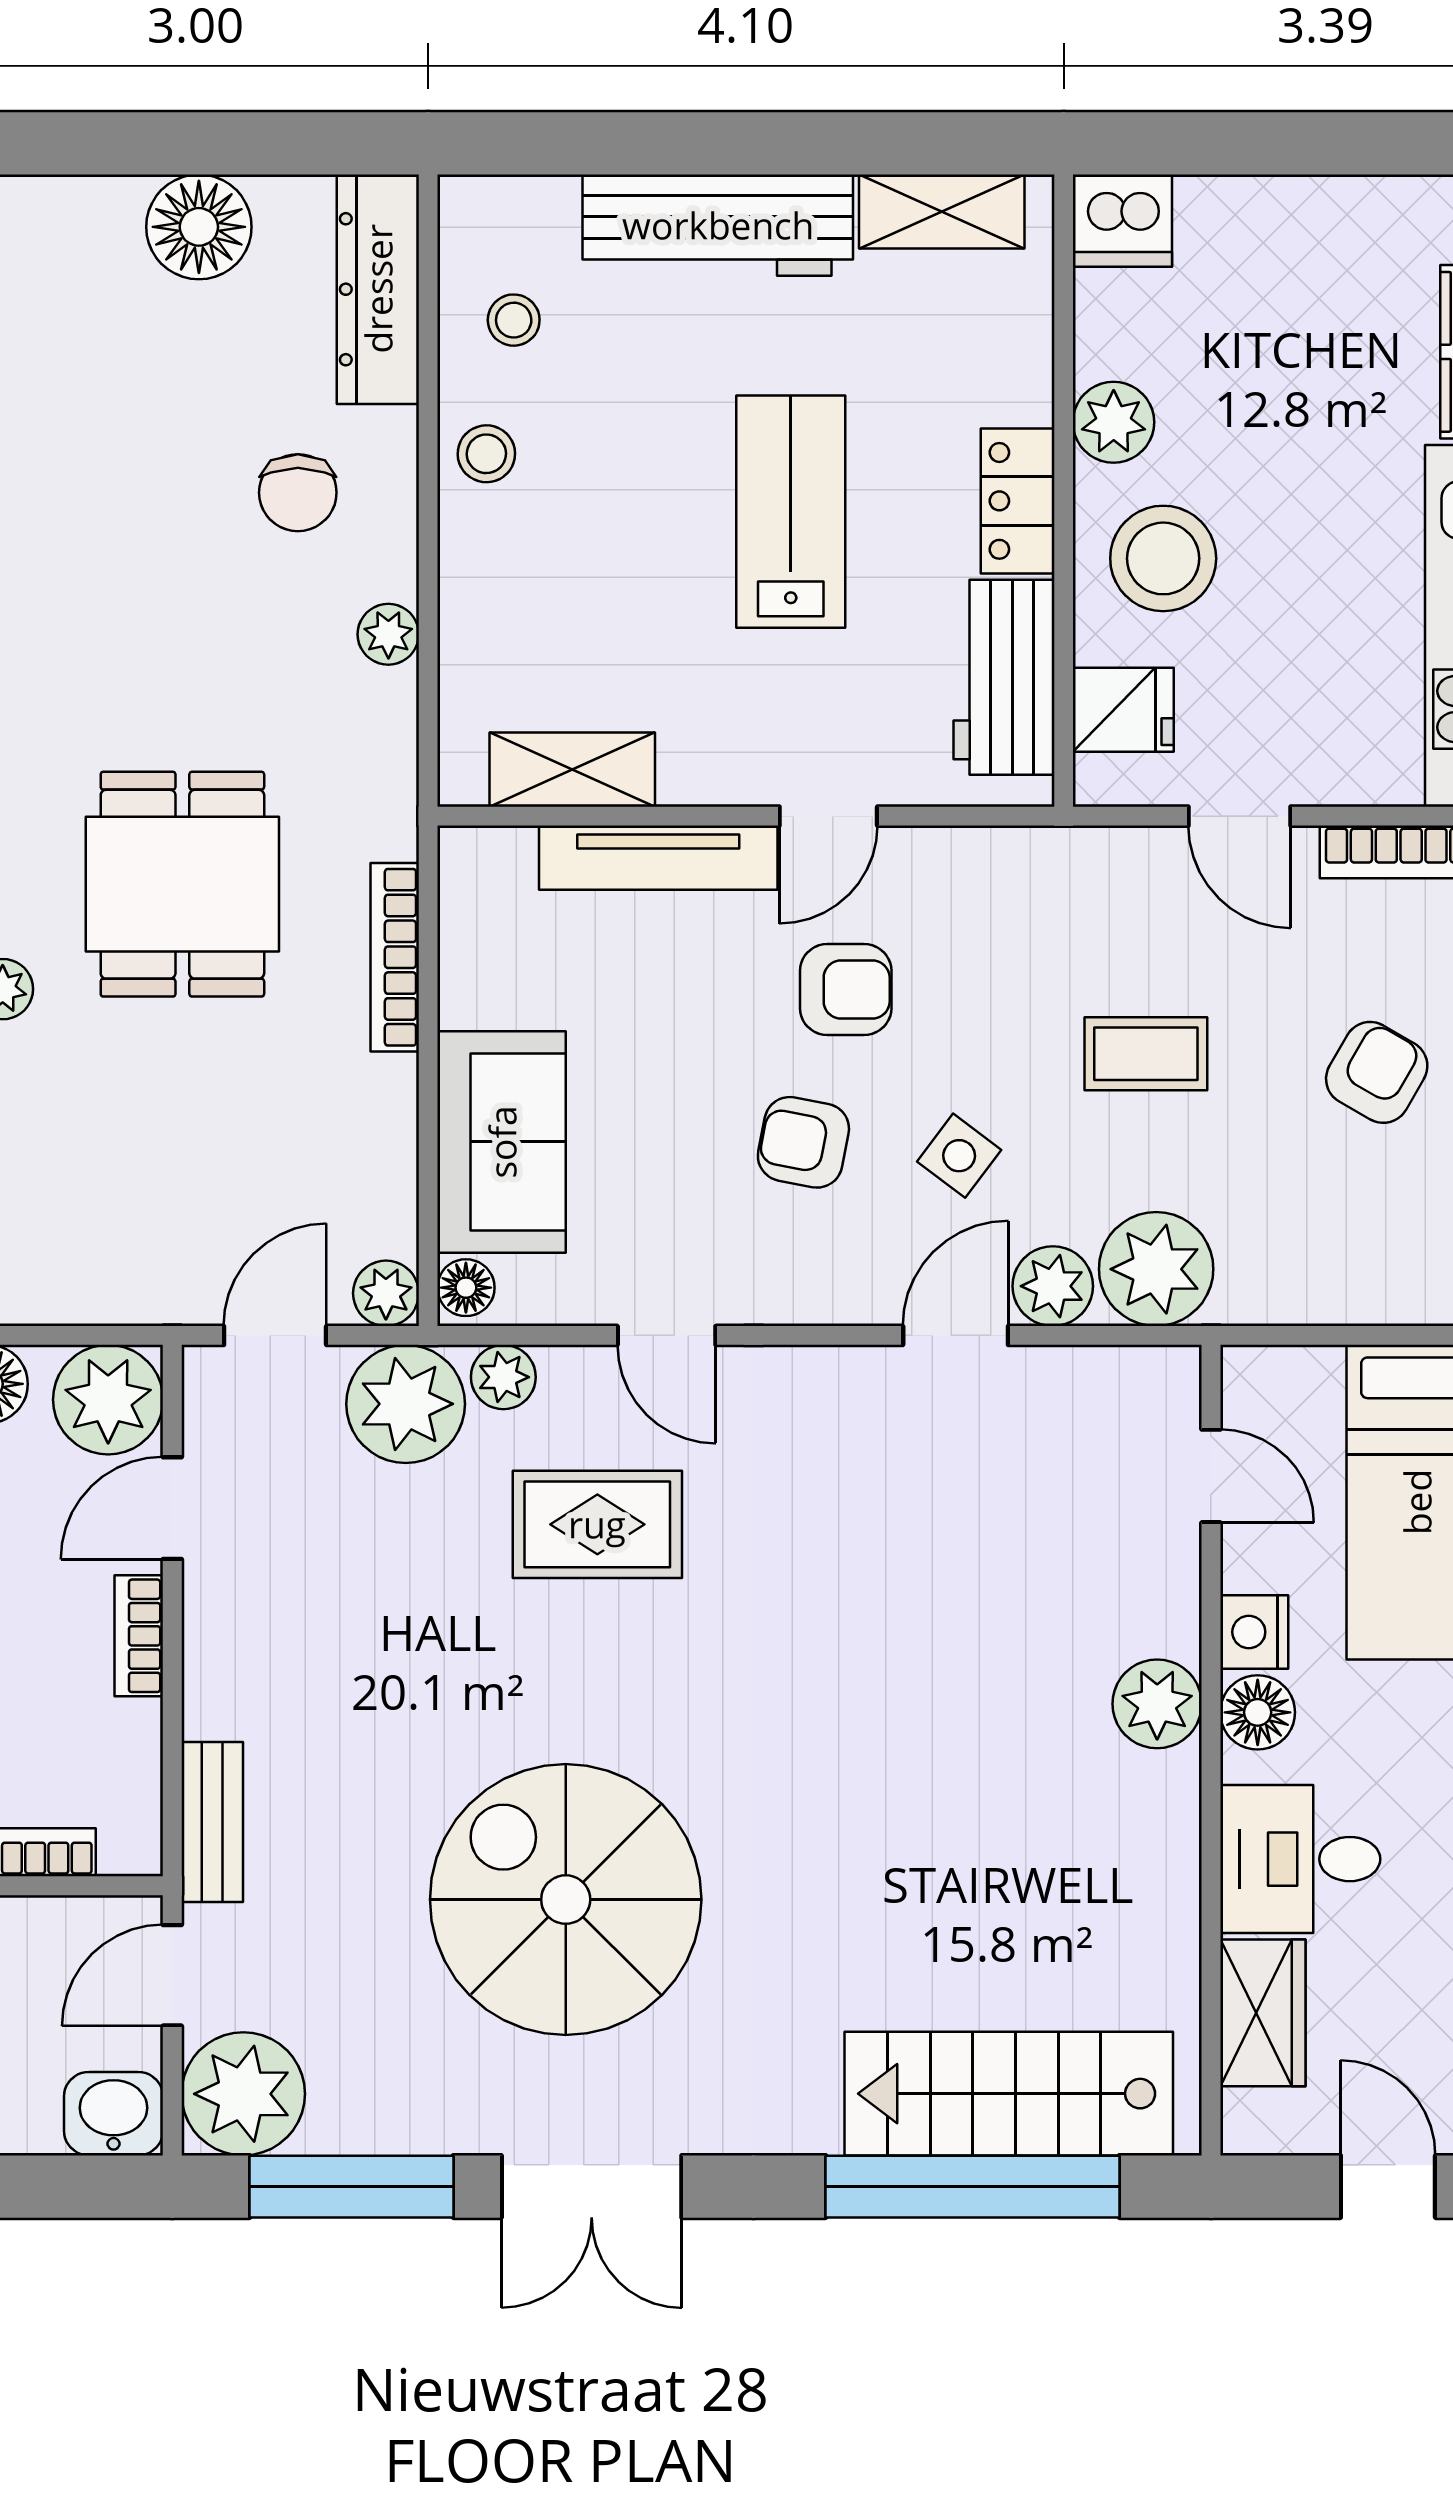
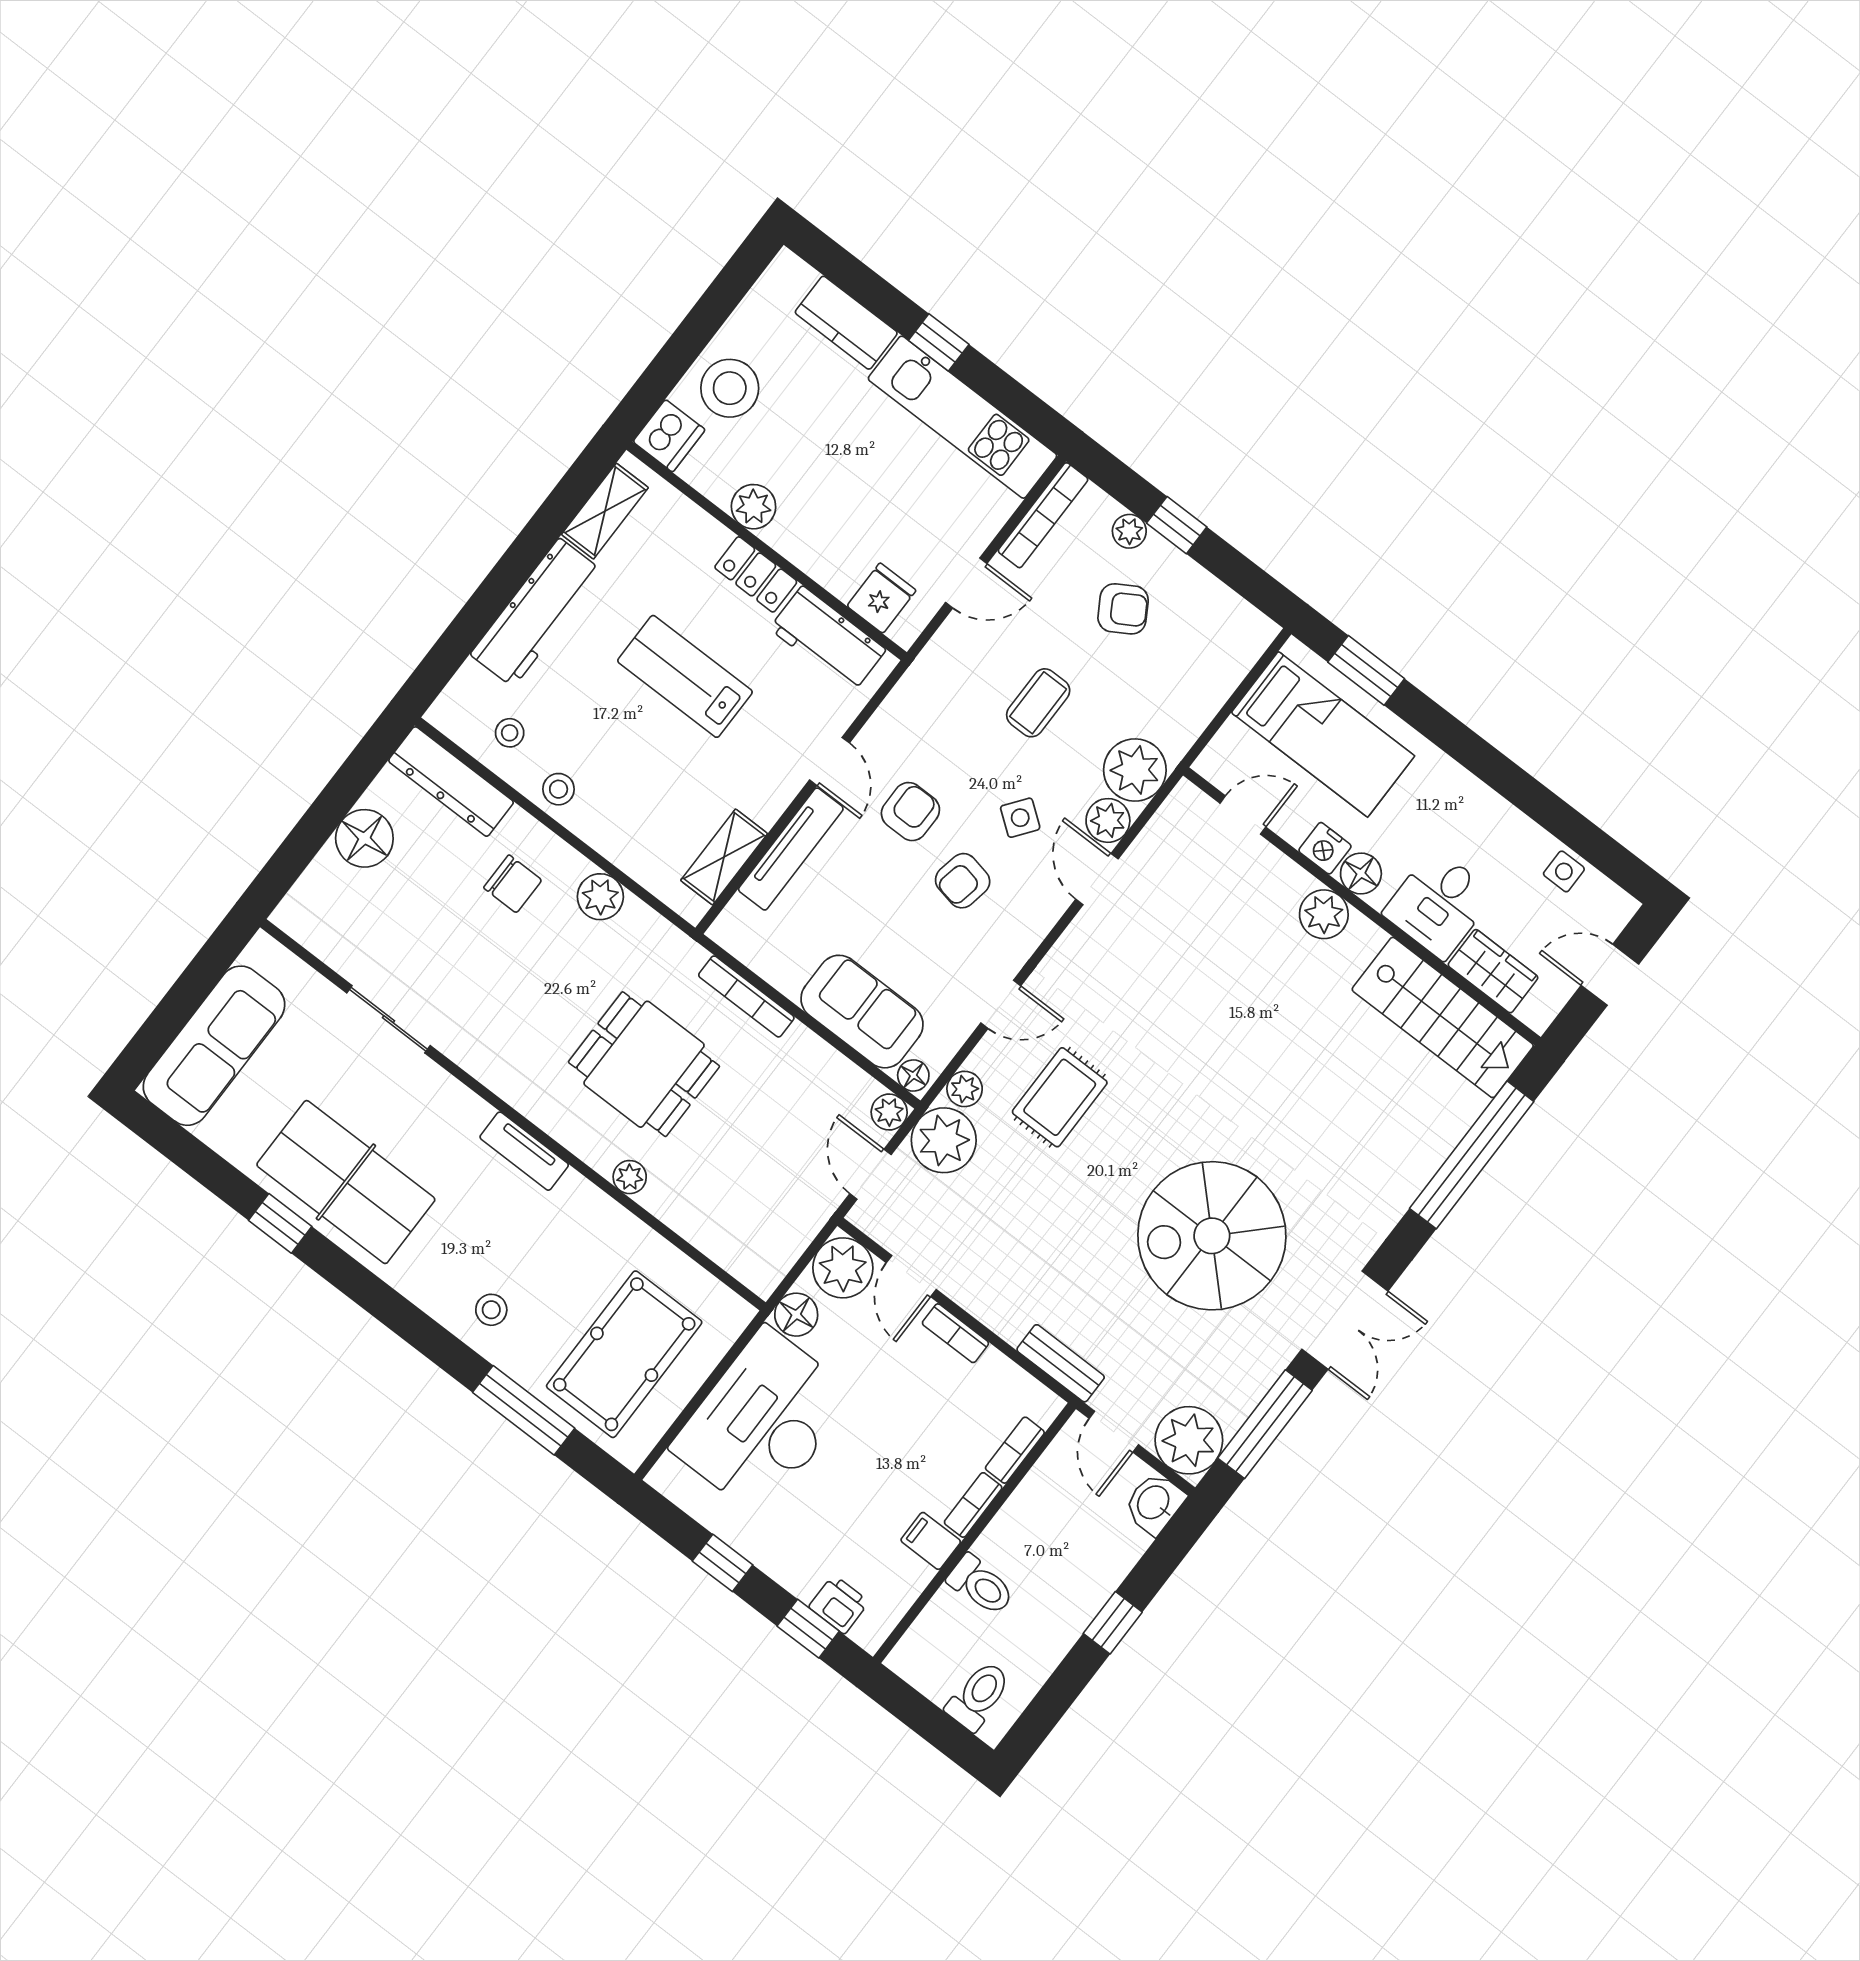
stool: (1163, 558) -> (730, 388), moved
plant: (388, 634) -> (600, 897), width x1.38, depth x1.38
armchair: (1377, 1072) -> (1123, 609), turned 119
stairs: (1009, 2094) -> (1443, 1017), moved, turned -90

